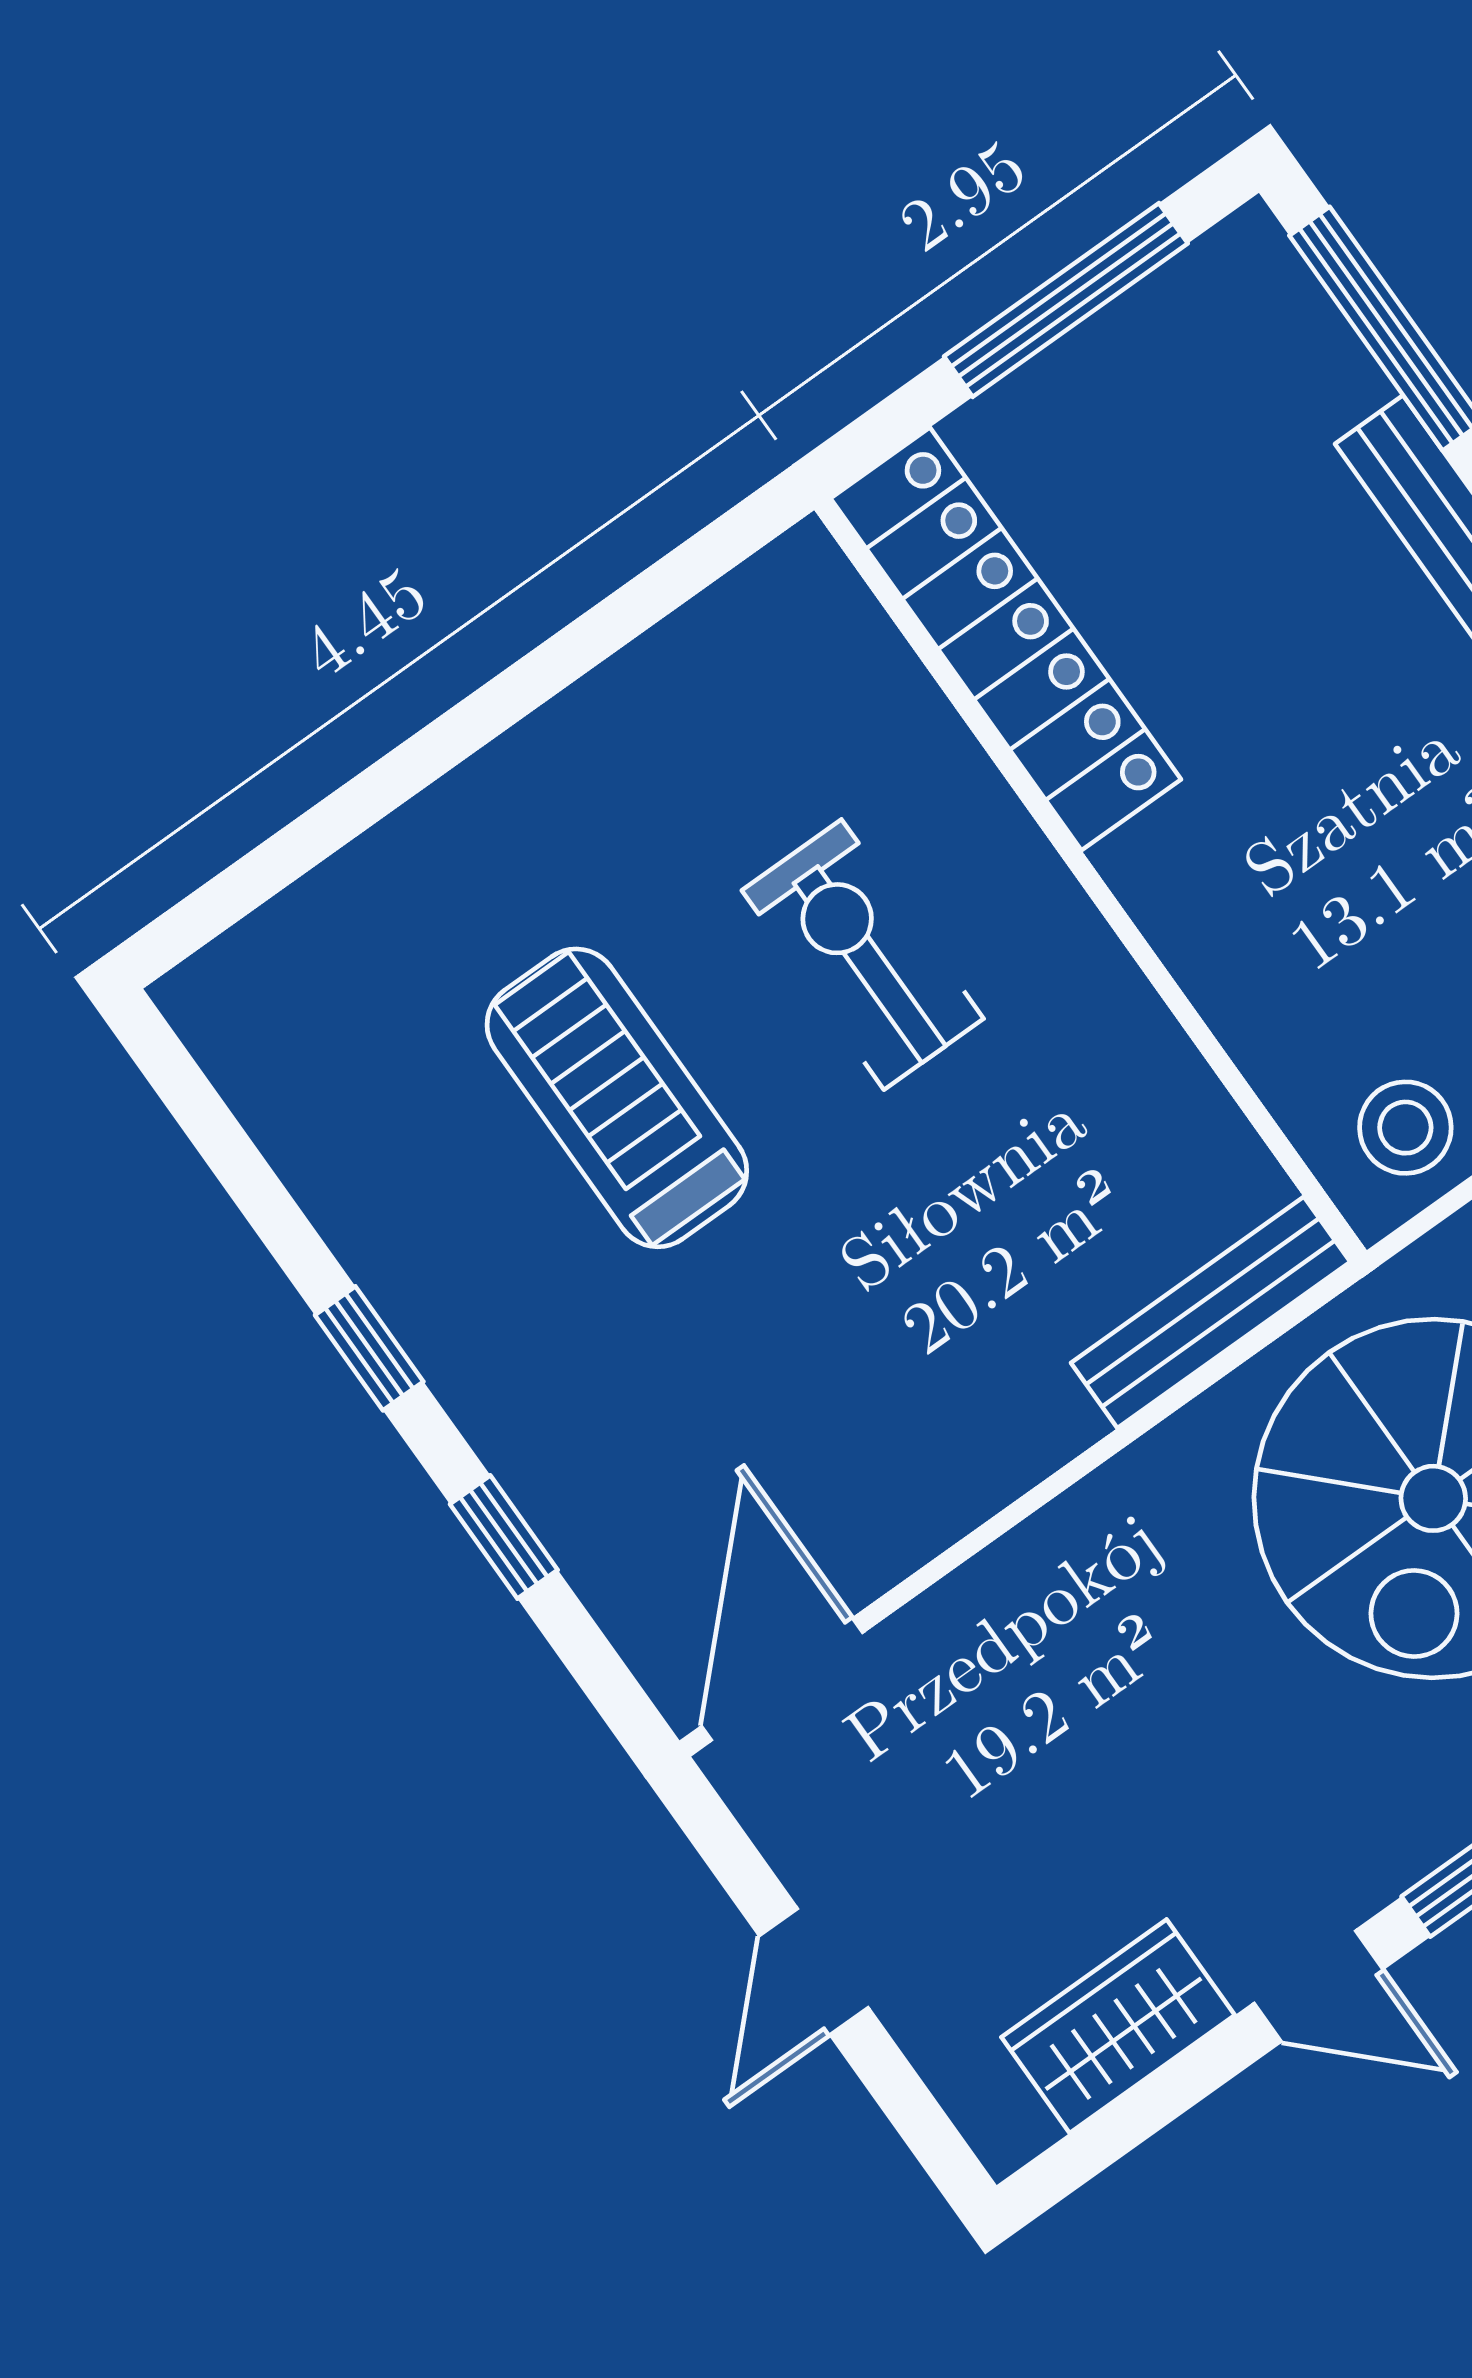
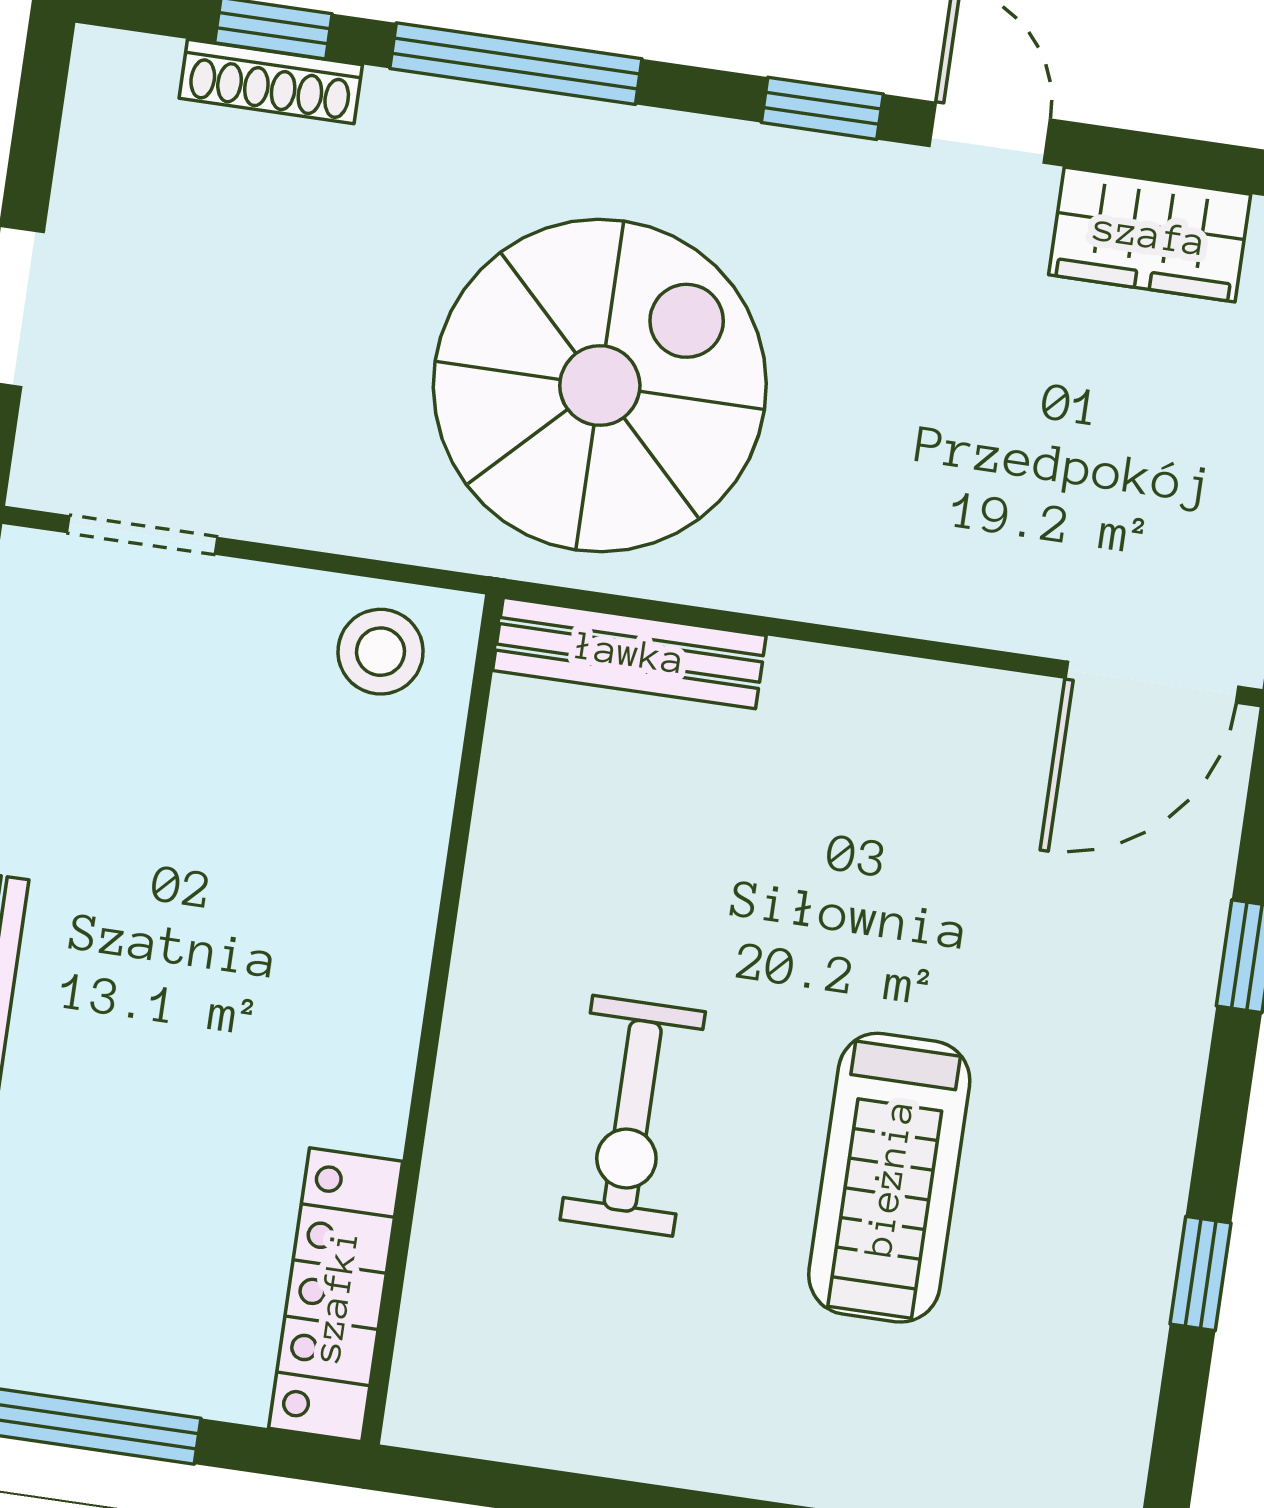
locker: (1006, 639) -> (336, 1295), width x0.71, depth x0.83
window: (369, 1348) -> (1201, 1274), moved

